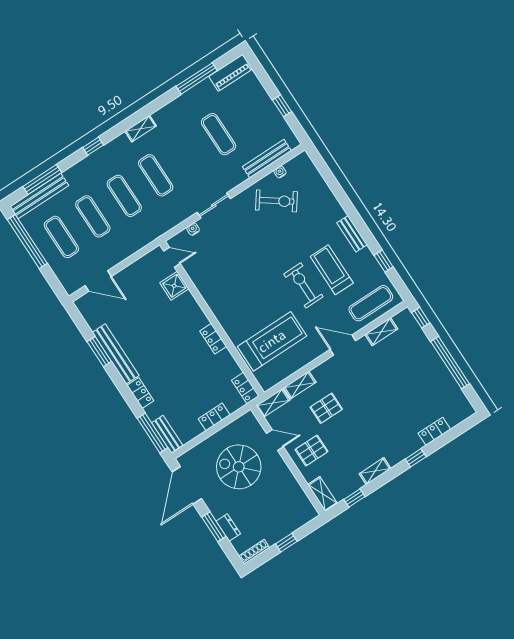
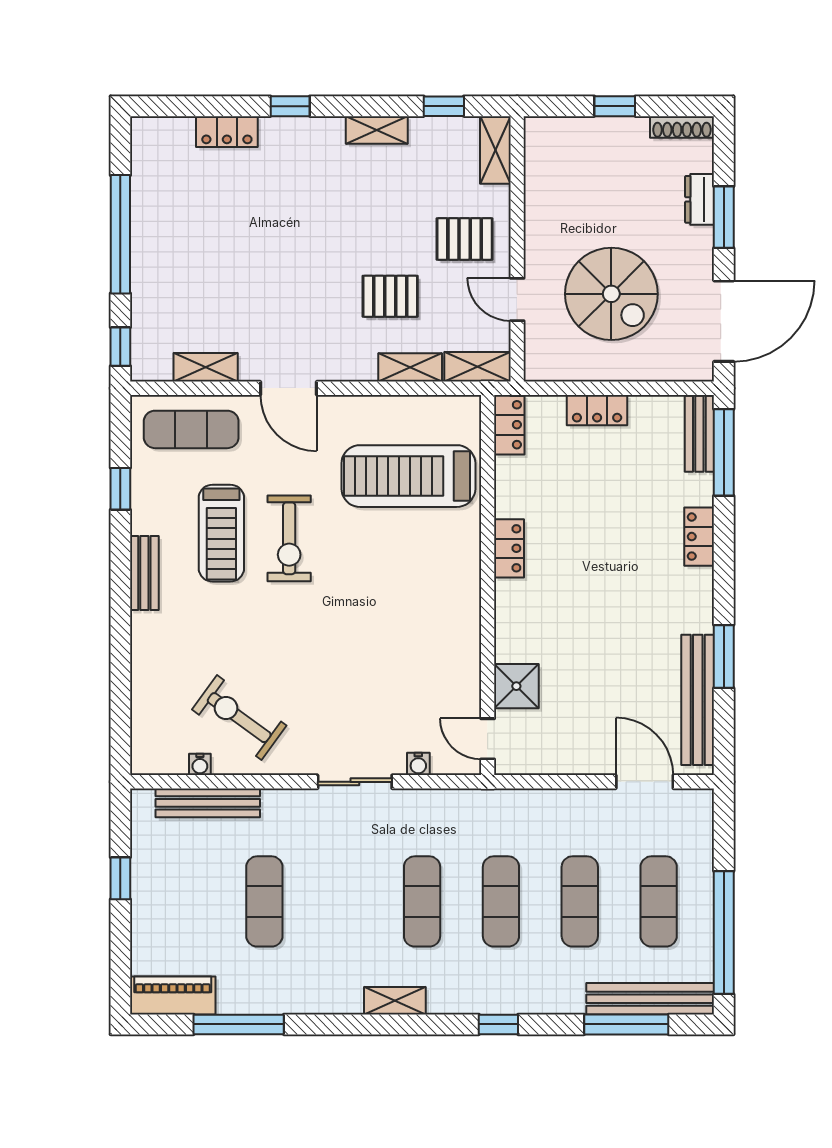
bench: (116, 354) -> (698, 700), moved

